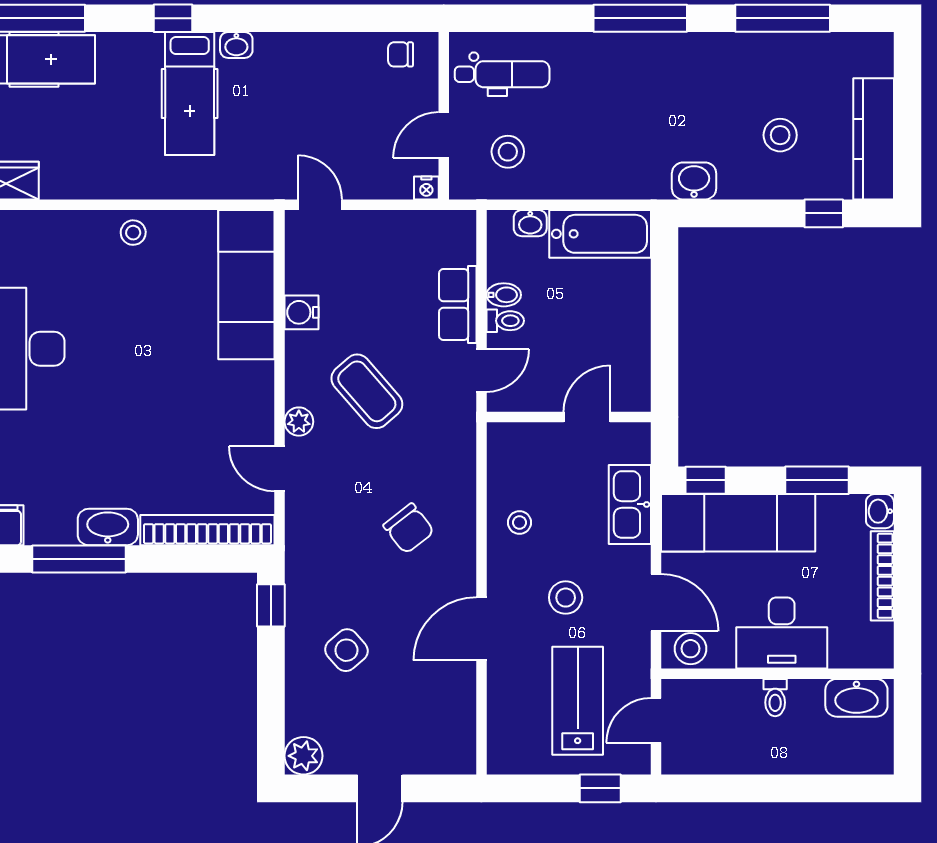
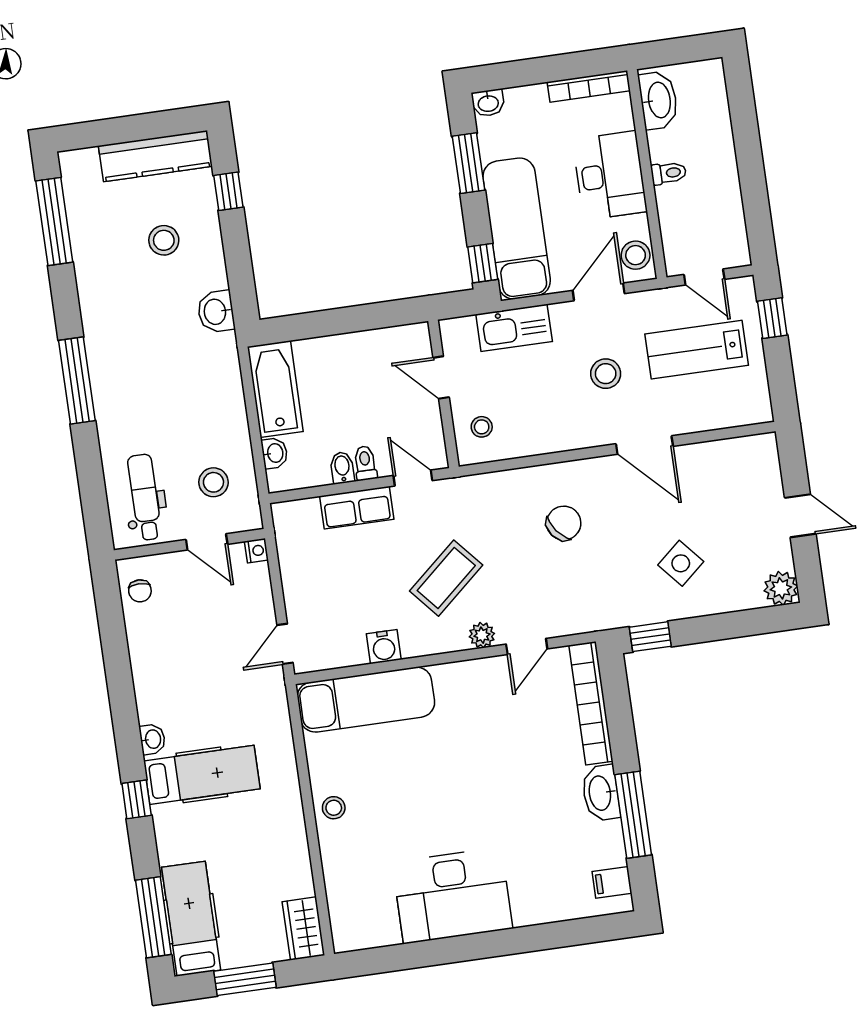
window: (783, 18) -> (54, 221), moved
stool: (519, 523) -> (482, 427), moved
bookcase: (882, 576) -> (589, 86), moved

